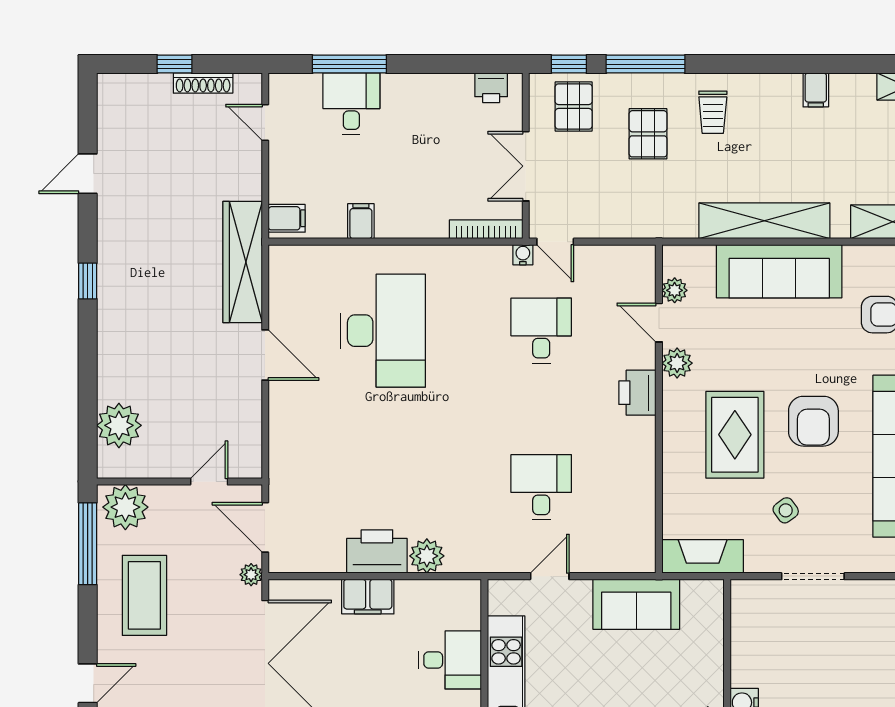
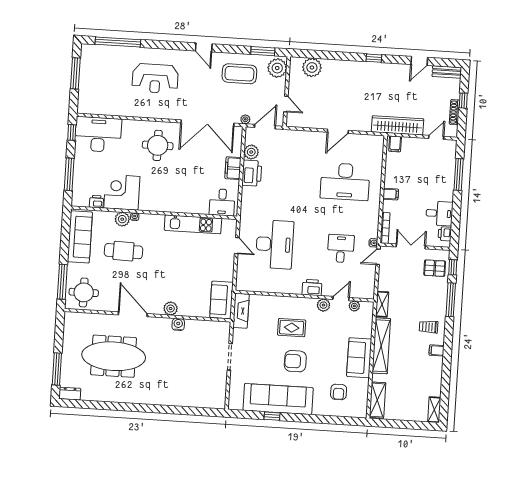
filing cabinet: (816, 90) -> (437, 350), moved
desk: (351, 104) -> (439, 213), moved
bench: (109, 107) -> (447, 72), added
pallet: (648, 134) -> (421, 299), removed
door: (88, 174) -> (419, 61), swing flipped
filing cabinet: (361, 221) -> (391, 194), moved
shelving: (666, 225) -> (382, 304), added
wardrobe: (243, 262) -> (398, 125), moved
sofa: (779, 271) -> (359, 358), width x0.73
desk: (541, 331) -> (341, 248), turned -90
rug: (735, 435) -> (292, 328), width x0.73, depth x0.70
desk: (541, 487) -> (275, 244), width x1.87, depth x1.30
side table: (786, 510) -> (258, 347), removed
window: (88, 544) -> (263, 51), width x0.69
plant: (427, 556) -> (251, 152), moved
sofa: (636, 604) -> (221, 300), moved
desk: (450, 660) -> (222, 202), moved

